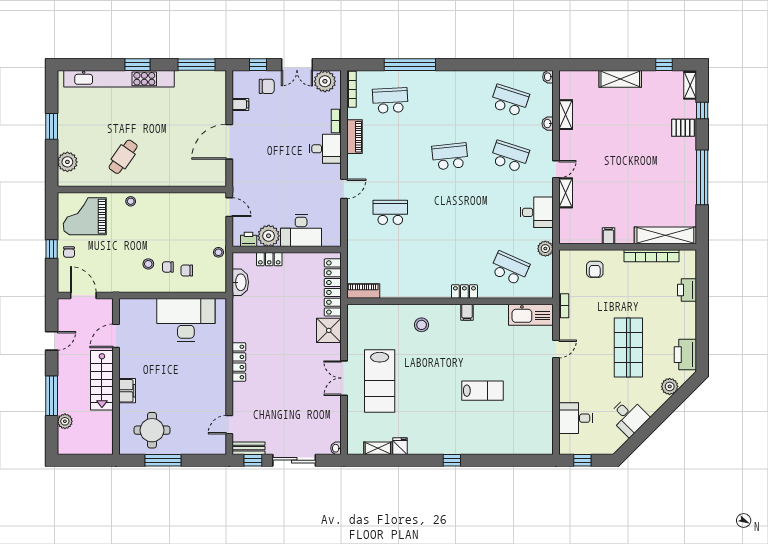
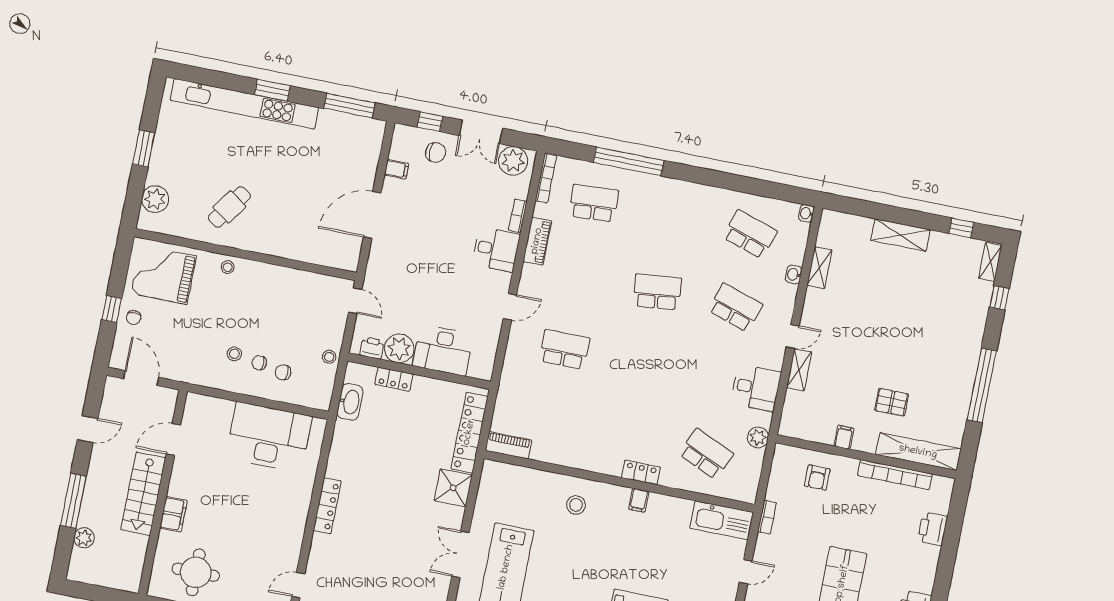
pallet: (683, 128) -> (892, 402), moved

